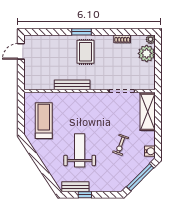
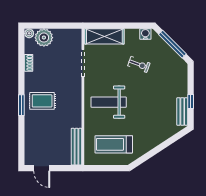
bench: (72, 85) -> (77, 147), moved
weight bench: (80, 150) -> (109, 102), moved

